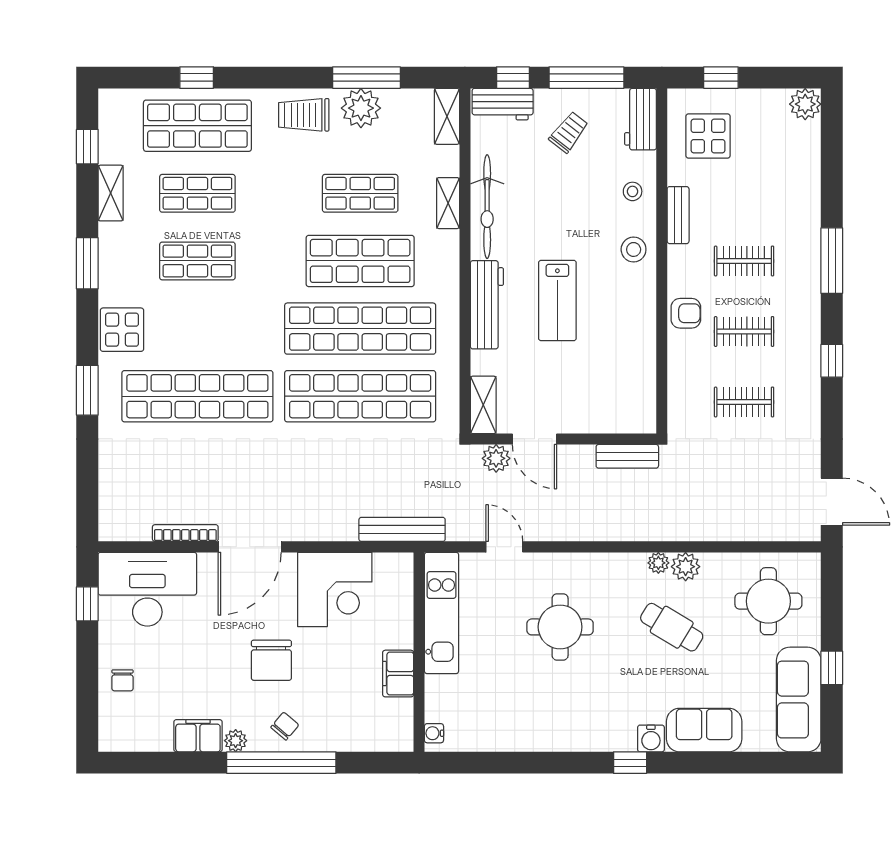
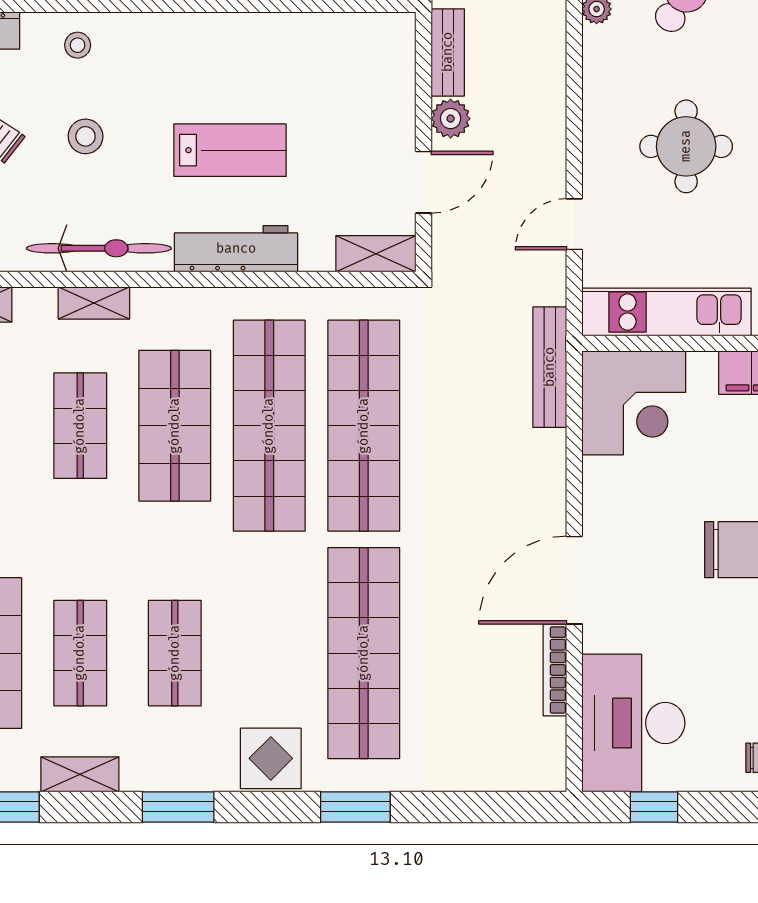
stool: (634, 249) -> (86, 136), moved
plant: (496, 458) -> (451, 119), moved
door: (250, 547) -> (574, 580), swing flipped
corner desk: (335, 589) -> (634, 403), moved, turned 90

